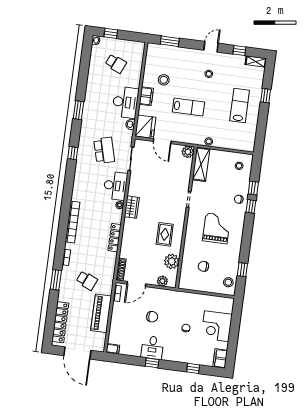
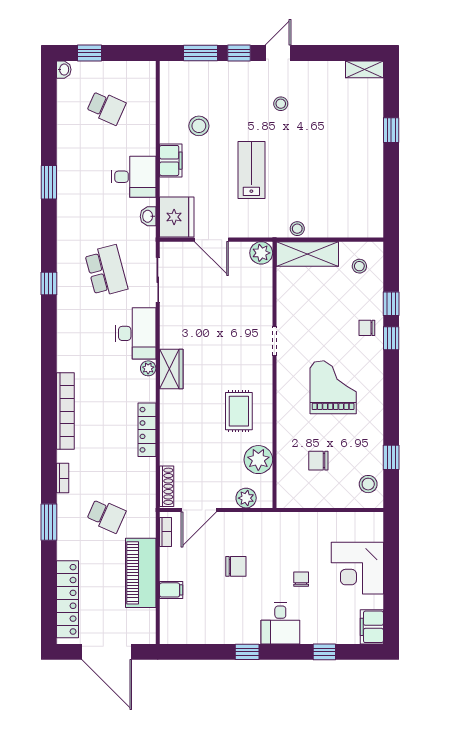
window: (239, 50) -> (239, 53), moved
desk: (125, 102) -> (134, 177), width x0.73
lab bench: (240, 105) -> (345, 155), removed
lab bench: (188, 107) -> (251, 170), turned -90
window: (78, 110) -> (49, 182), moved
shelving: (201, 164) -> (307, 254), moved, turned 90
desk: (152, 347) -> (280, 623), moved
filing cabinet: (113, 349) -> (171, 590), moved

